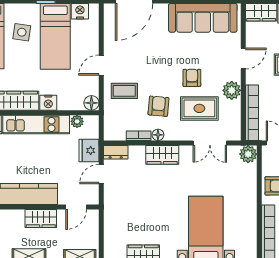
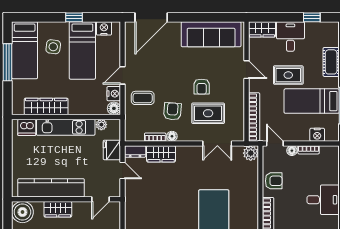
door: (243, 59) -> (246, 70), hinge flipped
armchair: (192, 78) -> (202, 87), turned 180
plant: (232, 90) -> (236, 98), removed
nightstand: (48, 103) -> (114, 94), moved, turned -90
wardrobe: (162, 155) -> (161, 154), moved
door: (101, 174) -> (122, 171), swing flipped
wardrobe: (41, 218) -> (58, 209), moved

